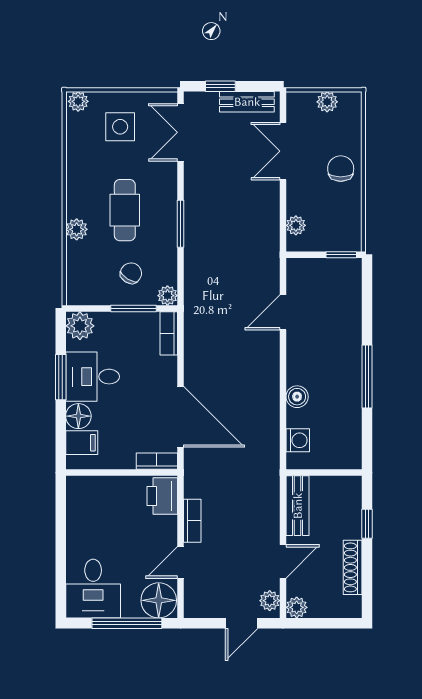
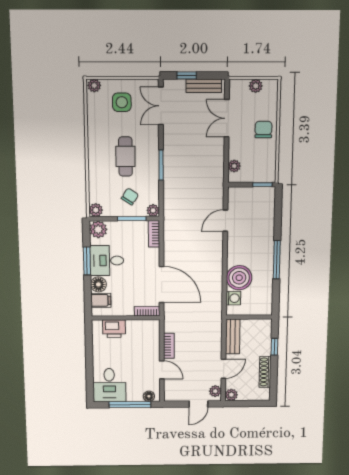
plant: (77, 229) -> (96, 210), moved
boiler: (297, 397) -> (239, 278), width x1.86, depth x1.86
printer: (162, 496) -> (114, 329), moved, turned -90
door: (181, 562) -> (162, 370), swing flipped
floor lamp: (159, 600) -> (149, 396), width x0.53, depth x0.53

